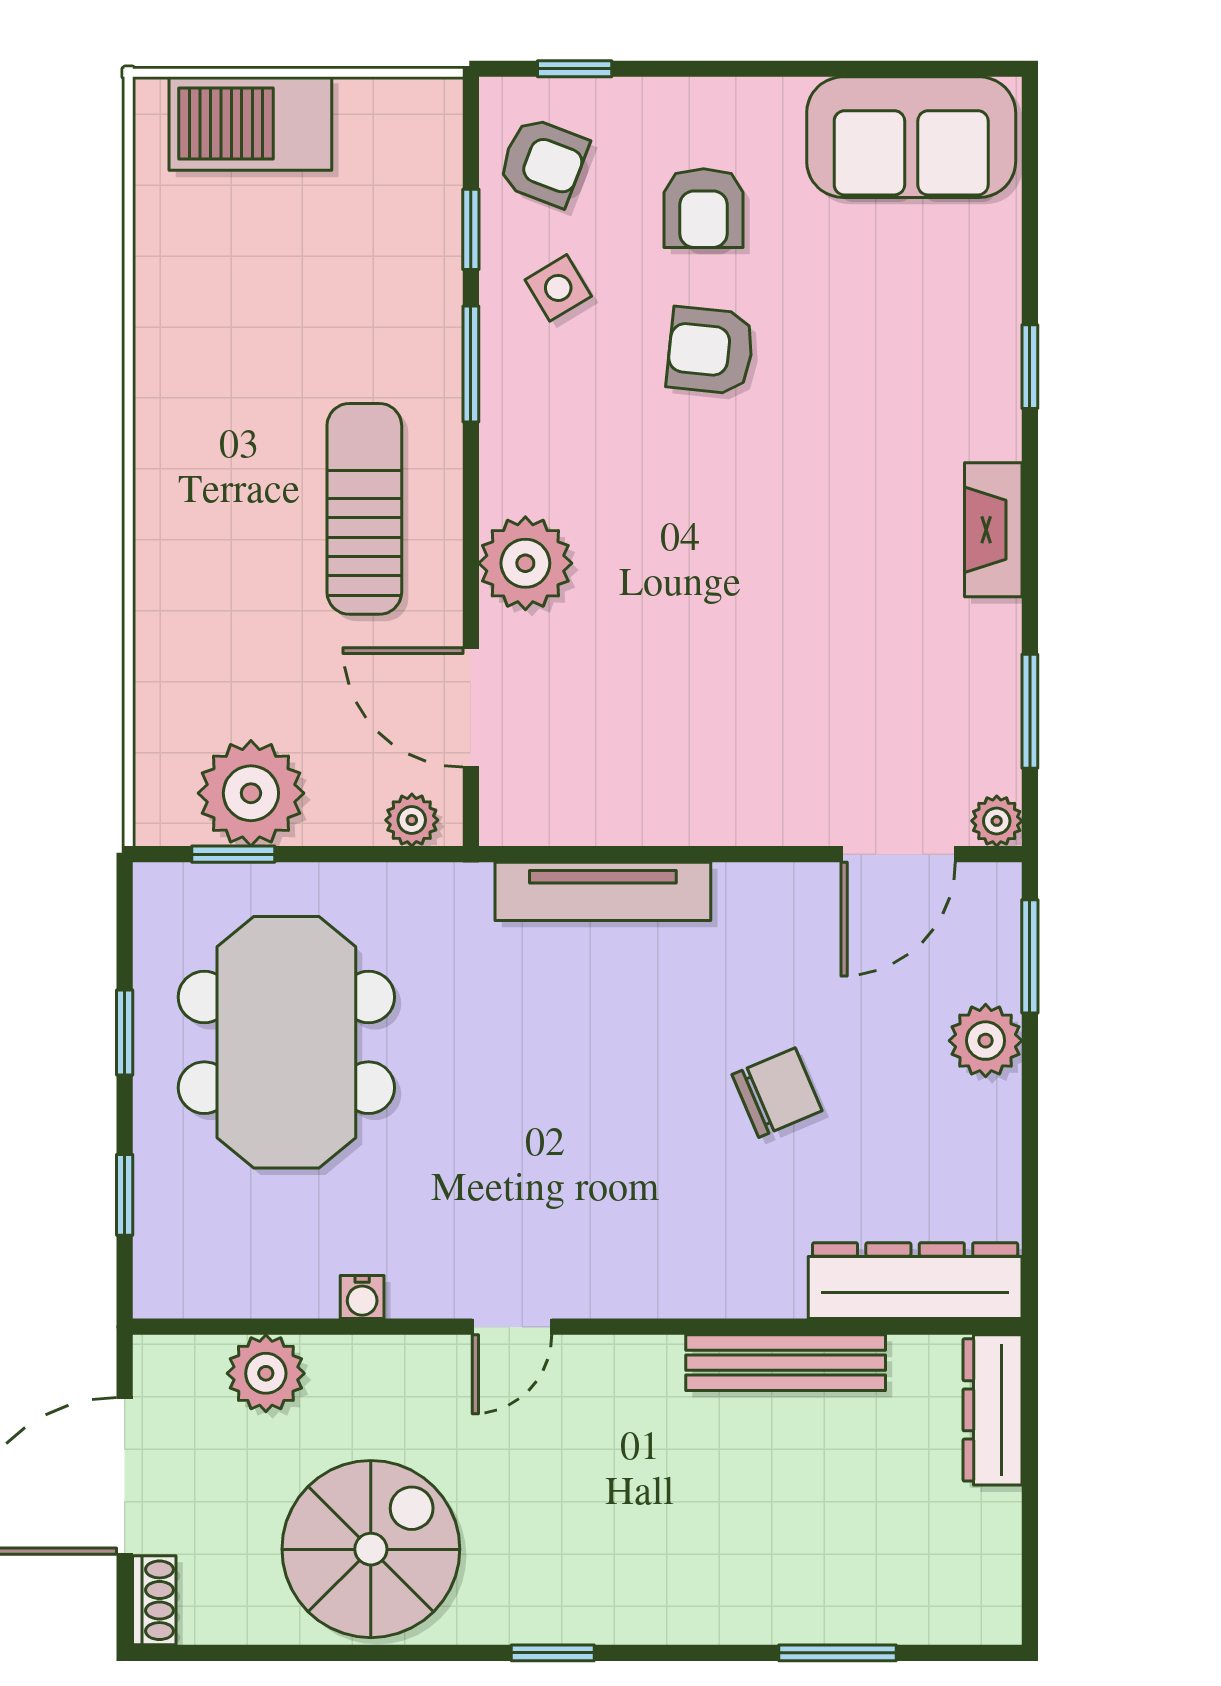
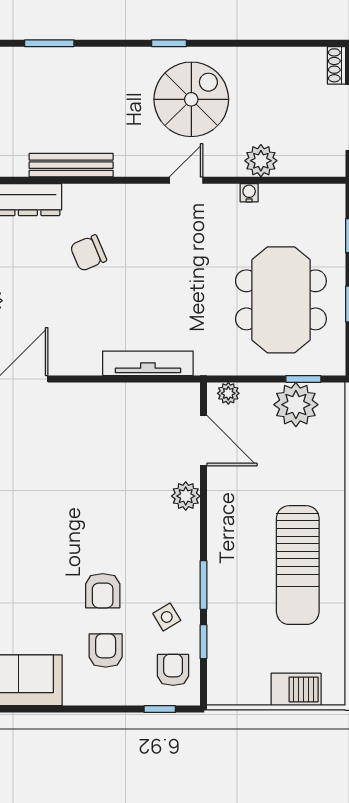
barbecue: (250, 124) -> (296, 689), width x0.73, depth x0.83
armchair: (543, 162) -> (173, 670), turned 69
armchair: (710, 351) -> (103, 591), turned 84
sun lounger: (364, 509) -> (298, 565), moved, width x1.36, depth x1.34
plant: (525, 563) -> (186, 496), width x0.73, depth x0.73
chair: (777, 1093) -> (88, 253), moved
plant: (266, 1373) -> (261, 161), moved
spiral stairs: (371, 1549) -> (191, 99), moved, turned 180

